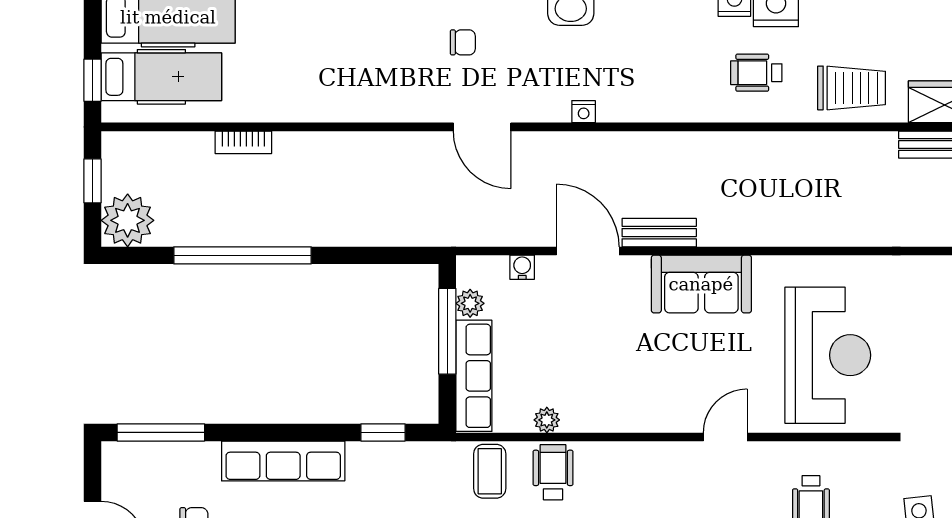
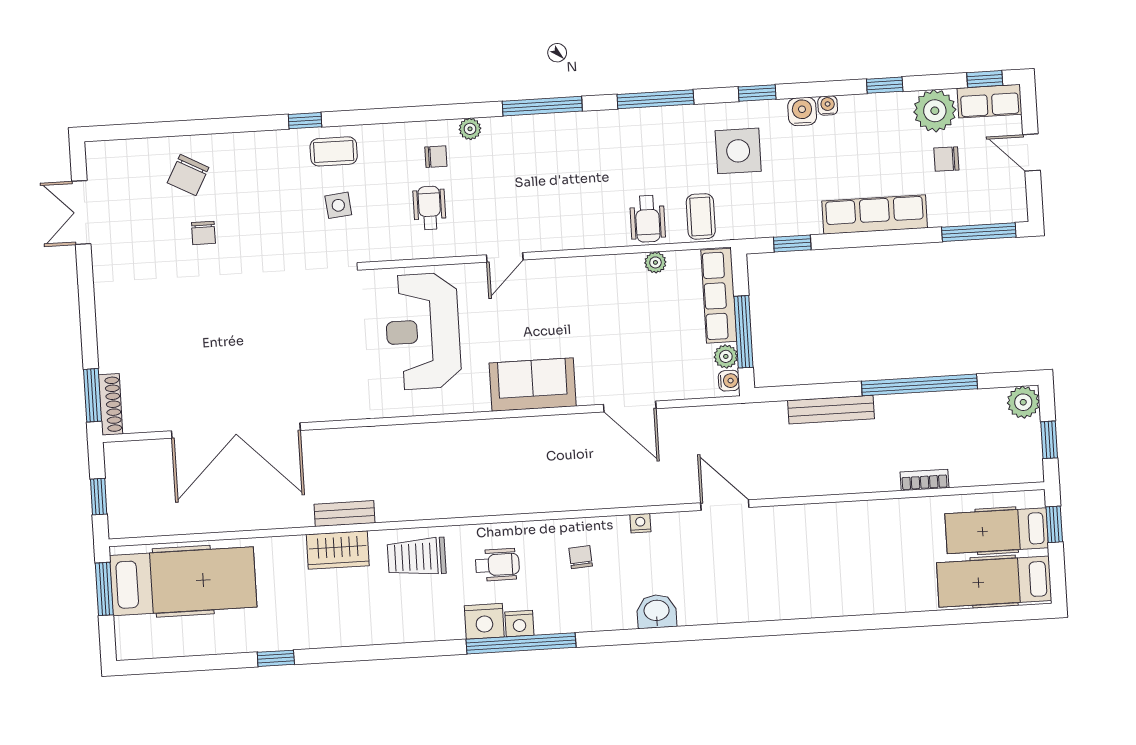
chair: (463, 42) -> (581, 557), moved, turned 86
plant: (128, 220) -> (1023, 402), width x0.73, depth x0.73
bench: (659, 233) -> (831, 410), moved, width x1.36
water cooler: (522, 267) -> (729, 381), moved, turned -90

